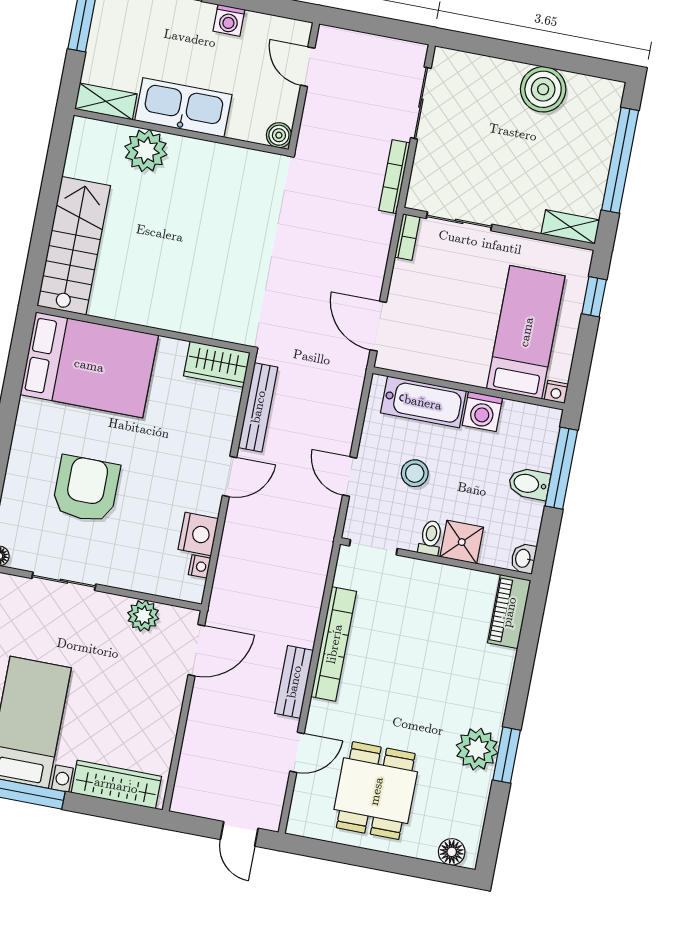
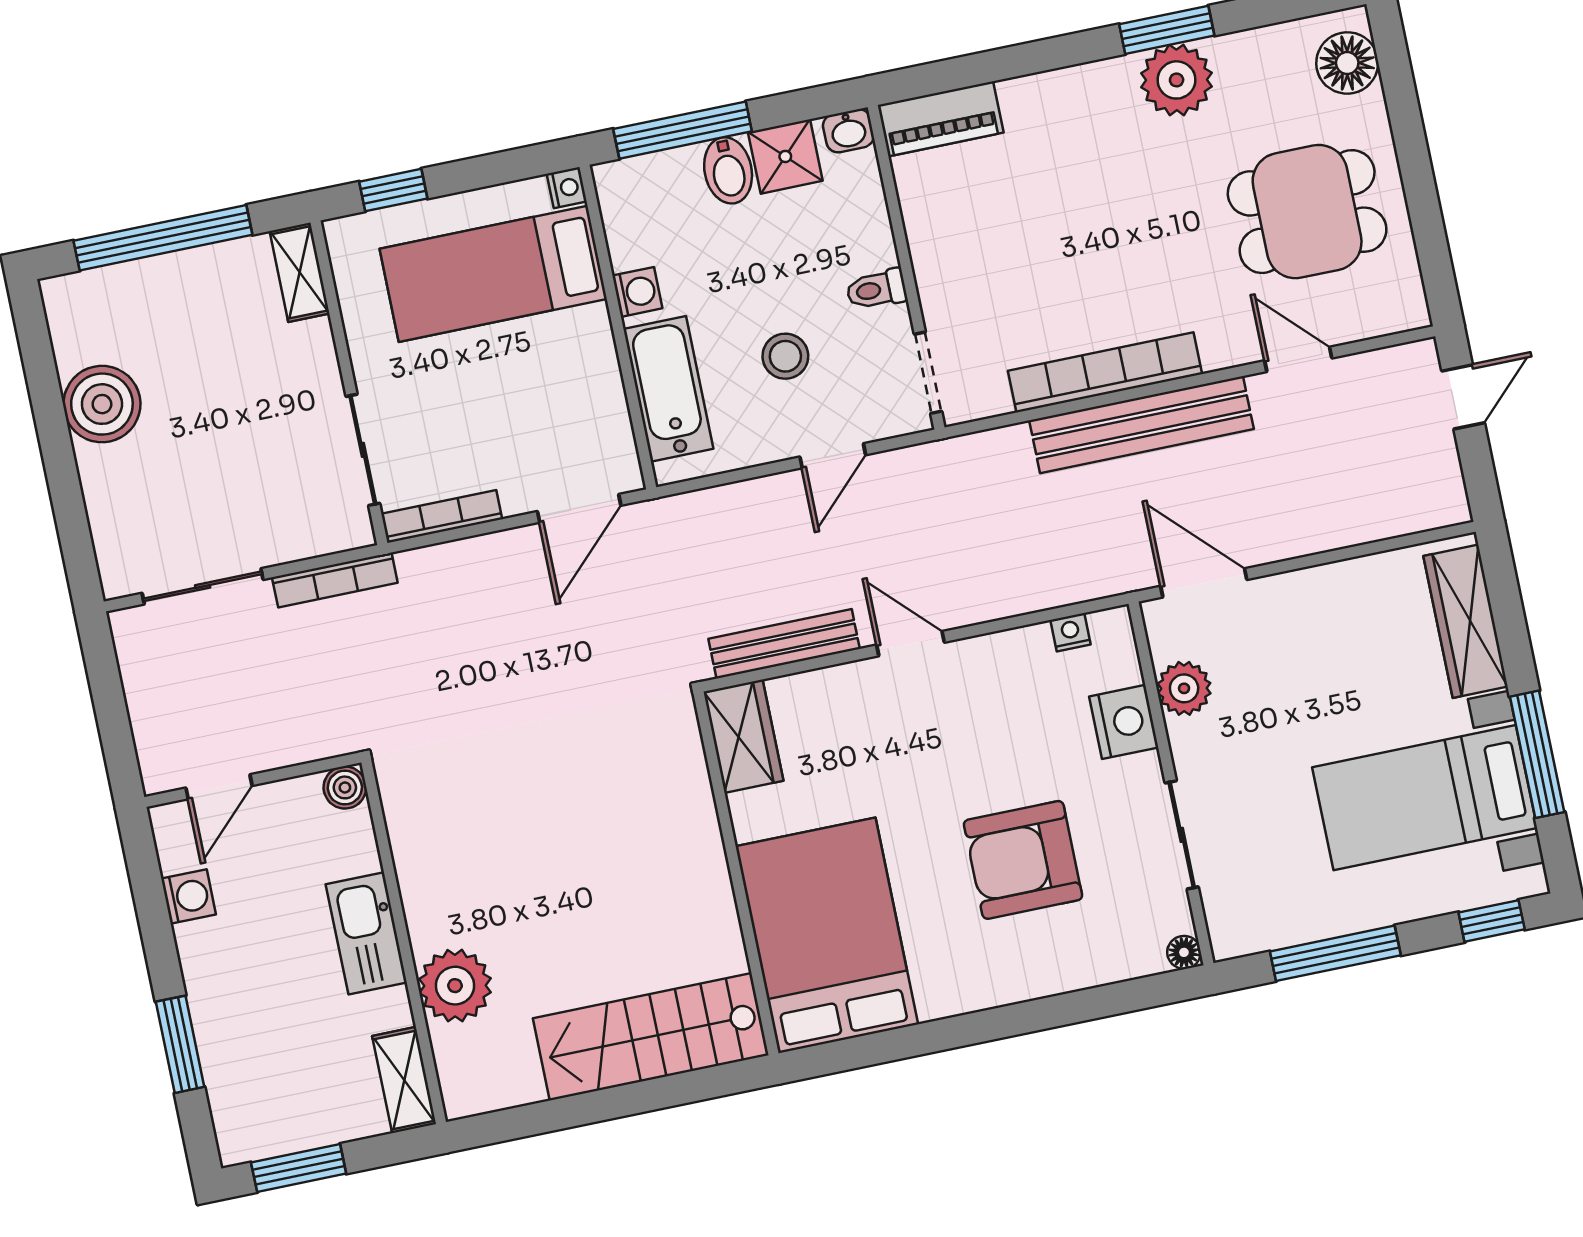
washing machine: (229, 20) -> (188, 896), moved
kitchen sink: (183, 107) -> (366, 933), width x0.73, depth x0.81
bookcase: (407, 237) -> (442, 516), width x1.56
washing machine: (482, 412) -> (637, 292), width x0.73, depth x0.73
nightstand: (198, 534) -> (1124, 722), moved, turned 90
shower: (462, 542) -> (785, 156), moved
bench: (294, 682) -> (1142, 425), width x1.86, depth x1.21
floor lamp: (452, 852) -> (1347, 63), width x1.38, depth x1.38

